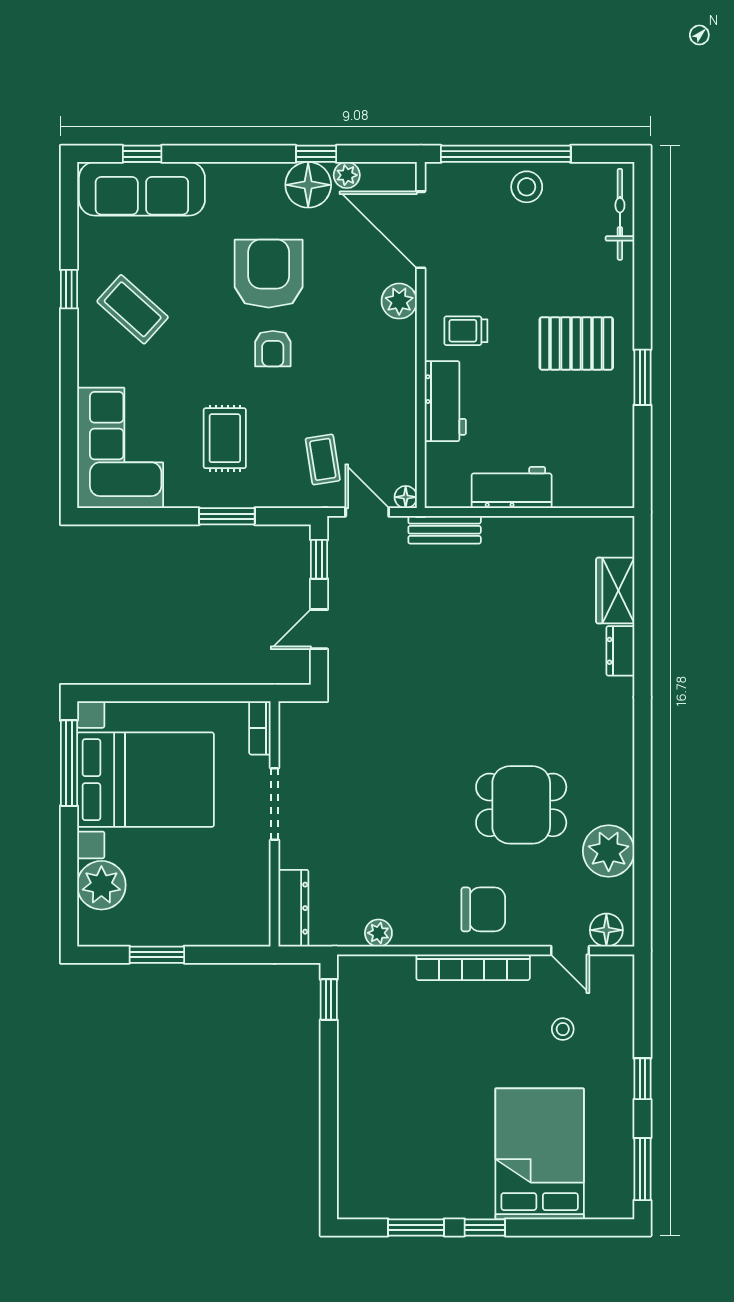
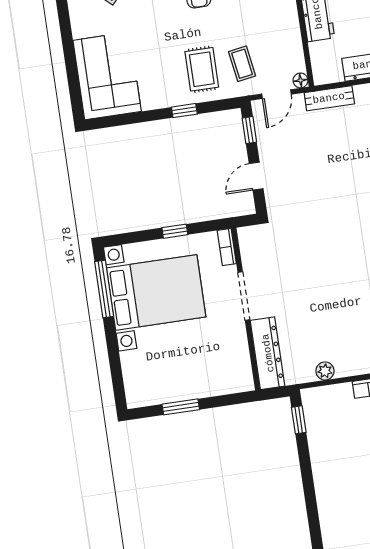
rug: (225, 438) -> (202, 69), moved
door: (367, 512) -> (277, 94), swing flipped
window: (227, 516) -> (184, 111), width x0.67
window: (186, 693) -> (175, 231), added
plant: (101, 885) -> (137, 366), removed
dresser: (293, 908) -> (268, 353), width x1.37, depth x1.24

